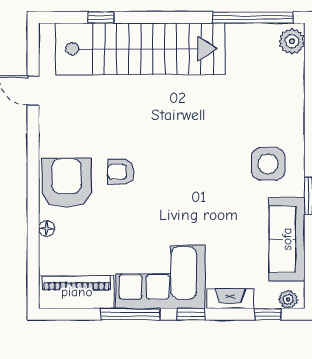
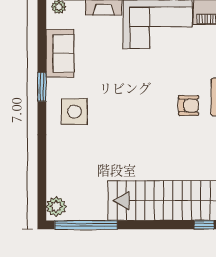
sofa: (287, 239) -> (60, 53), width x0.73

